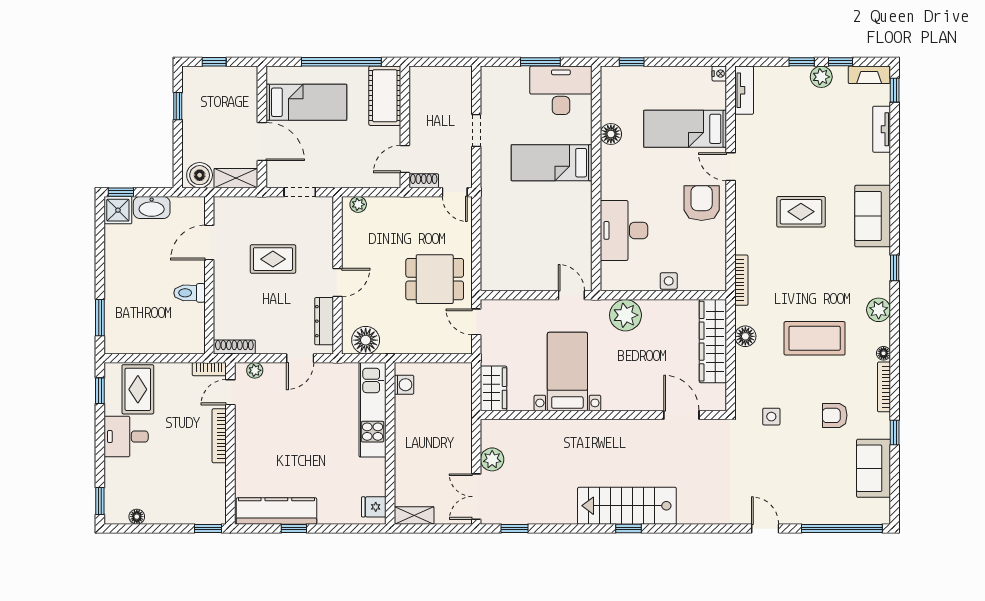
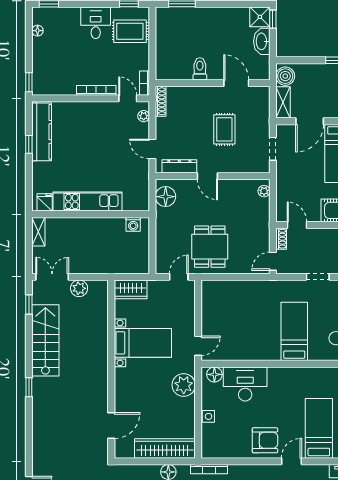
floor lamp: (611, 134) -> (214, 374), moved
kitchen unit: (373, 410) -> (88, 202), moved
stairs: (627, 506) -> (45, 340), moved

